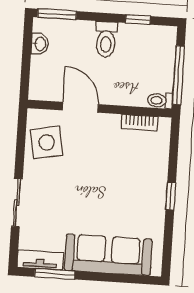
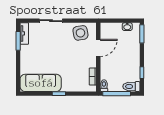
toilet: (106, 39) -> (131, 86), moved
sofa: (108, 255) -> (41, 83), moved, turned -90

